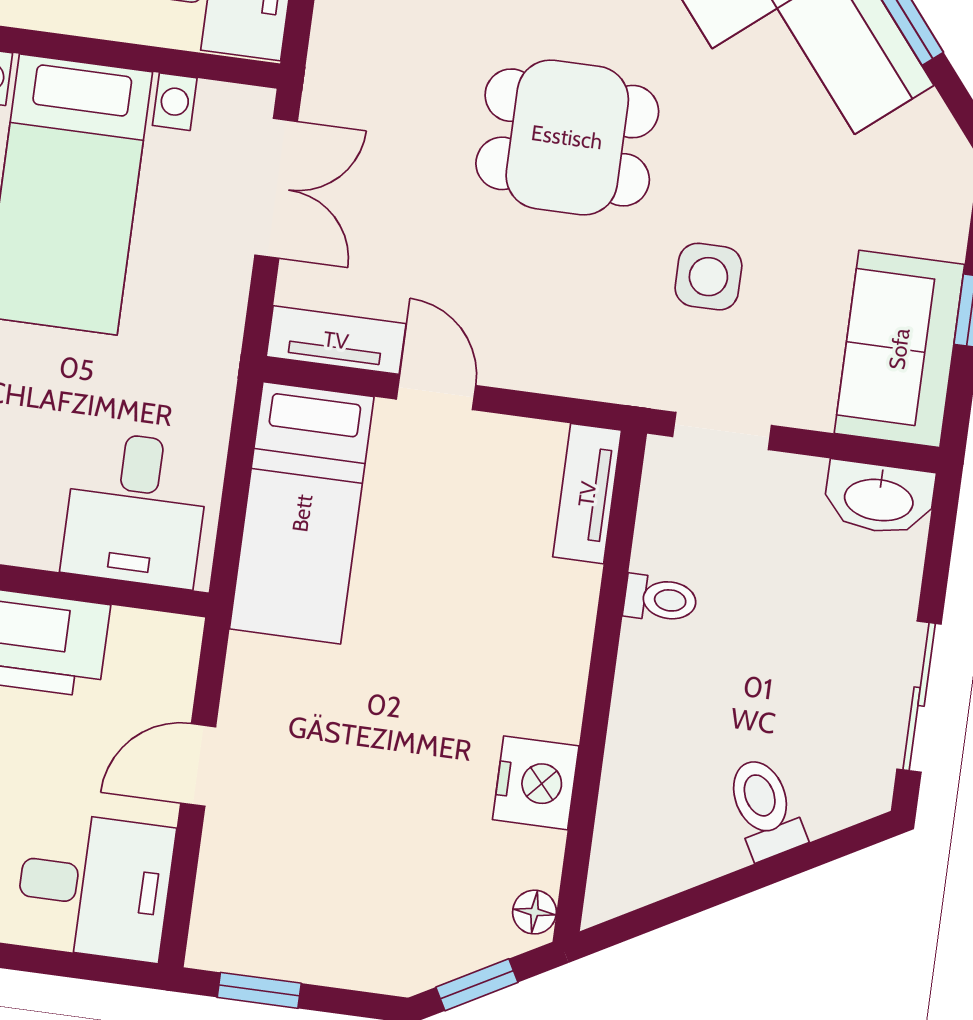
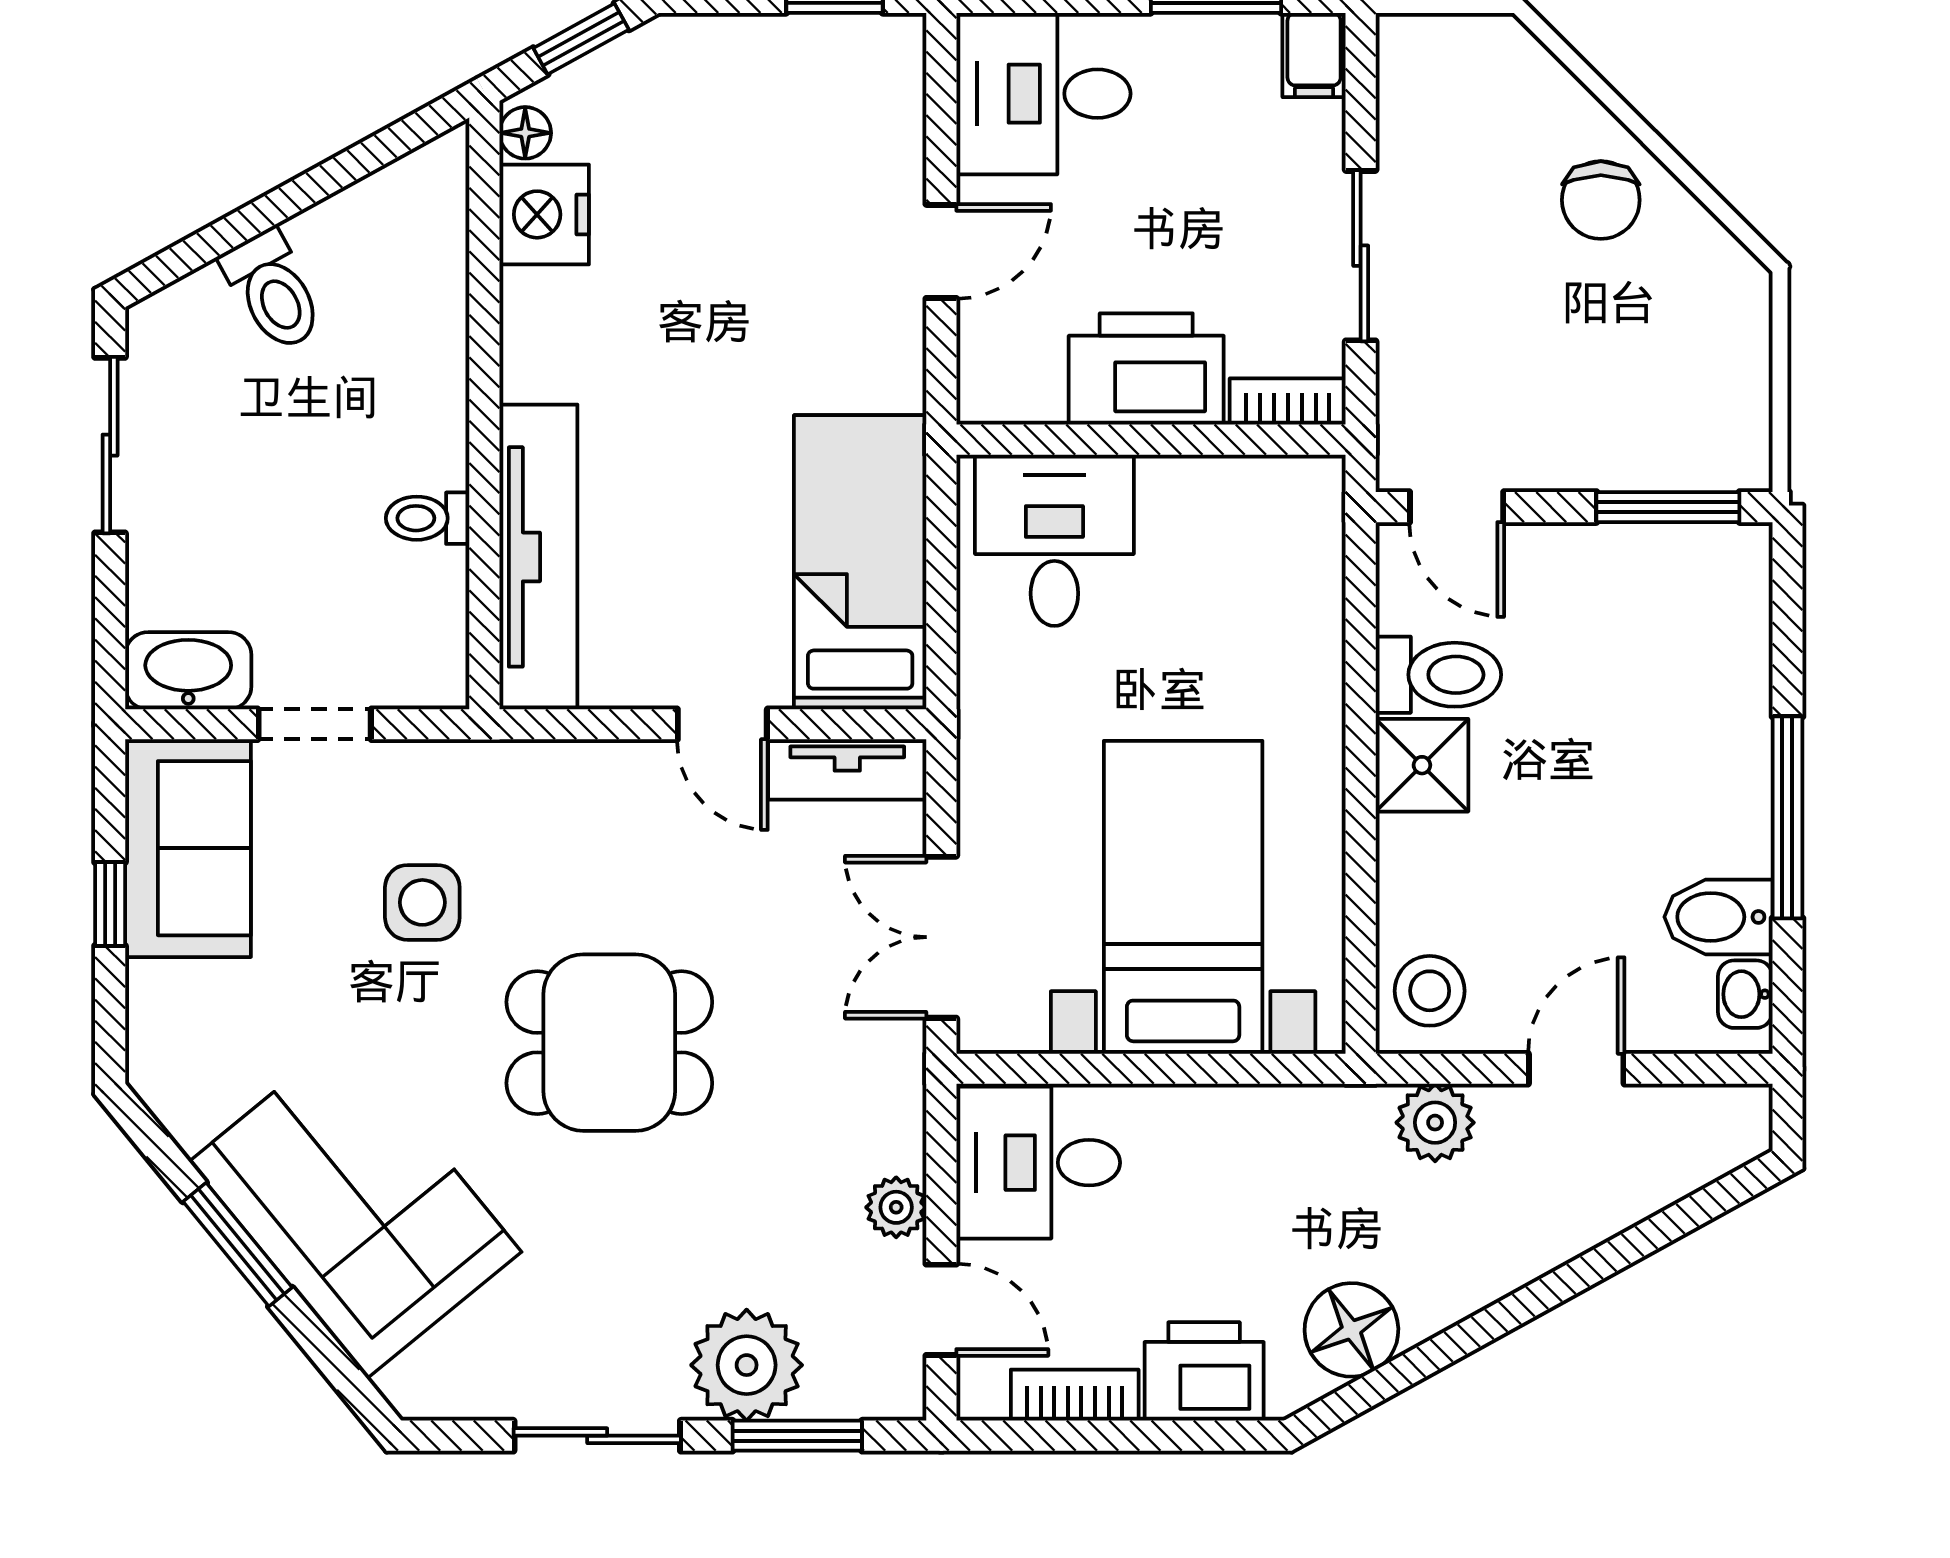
doorway: (722, 431) -> (315, 724), moved
tv unit: (587, 494) -> (538, 557), width x1.92, depth x1.29
nightstand: (536, 783) -> (544, 214), moved

